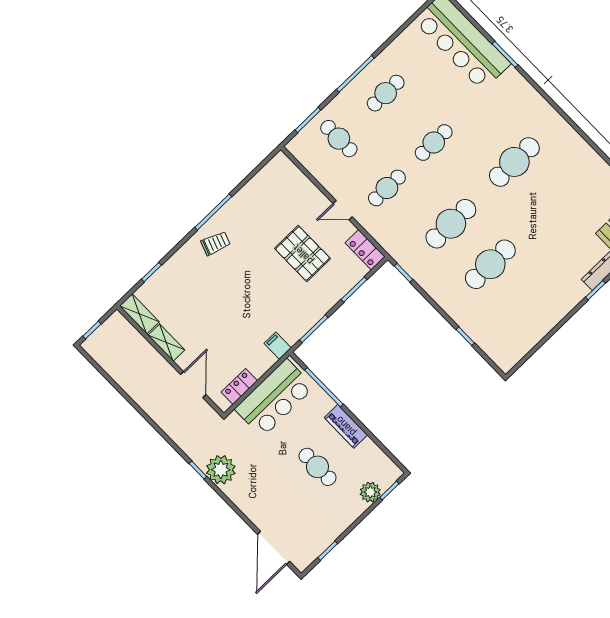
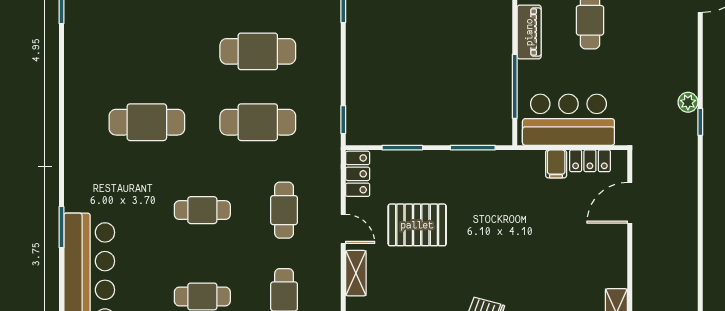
cafe table: (387, 188) -> (284, 210), turned 90
pallet: (303, 254) -> (417, 225), turned 90
shelving: (166, 343) -> (356, 273), moved
filing cabinet: (278, 346) -> (556, 164), moved
plant: (221, 470) -> (688, 102), width x0.53, depth x0.53

